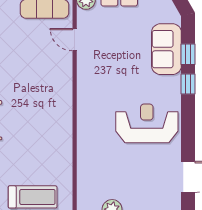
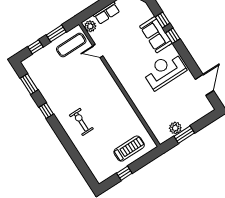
sofa: (166, 49) -> (156, 35), moved

